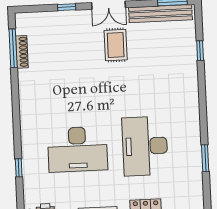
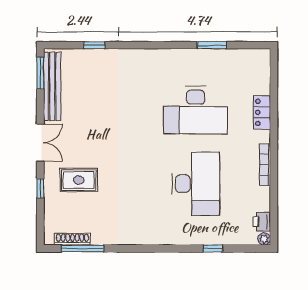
rug: (116, 45) -> (79, 180), moved
shoe rack: (22, 52) -> (72, 239), moved

